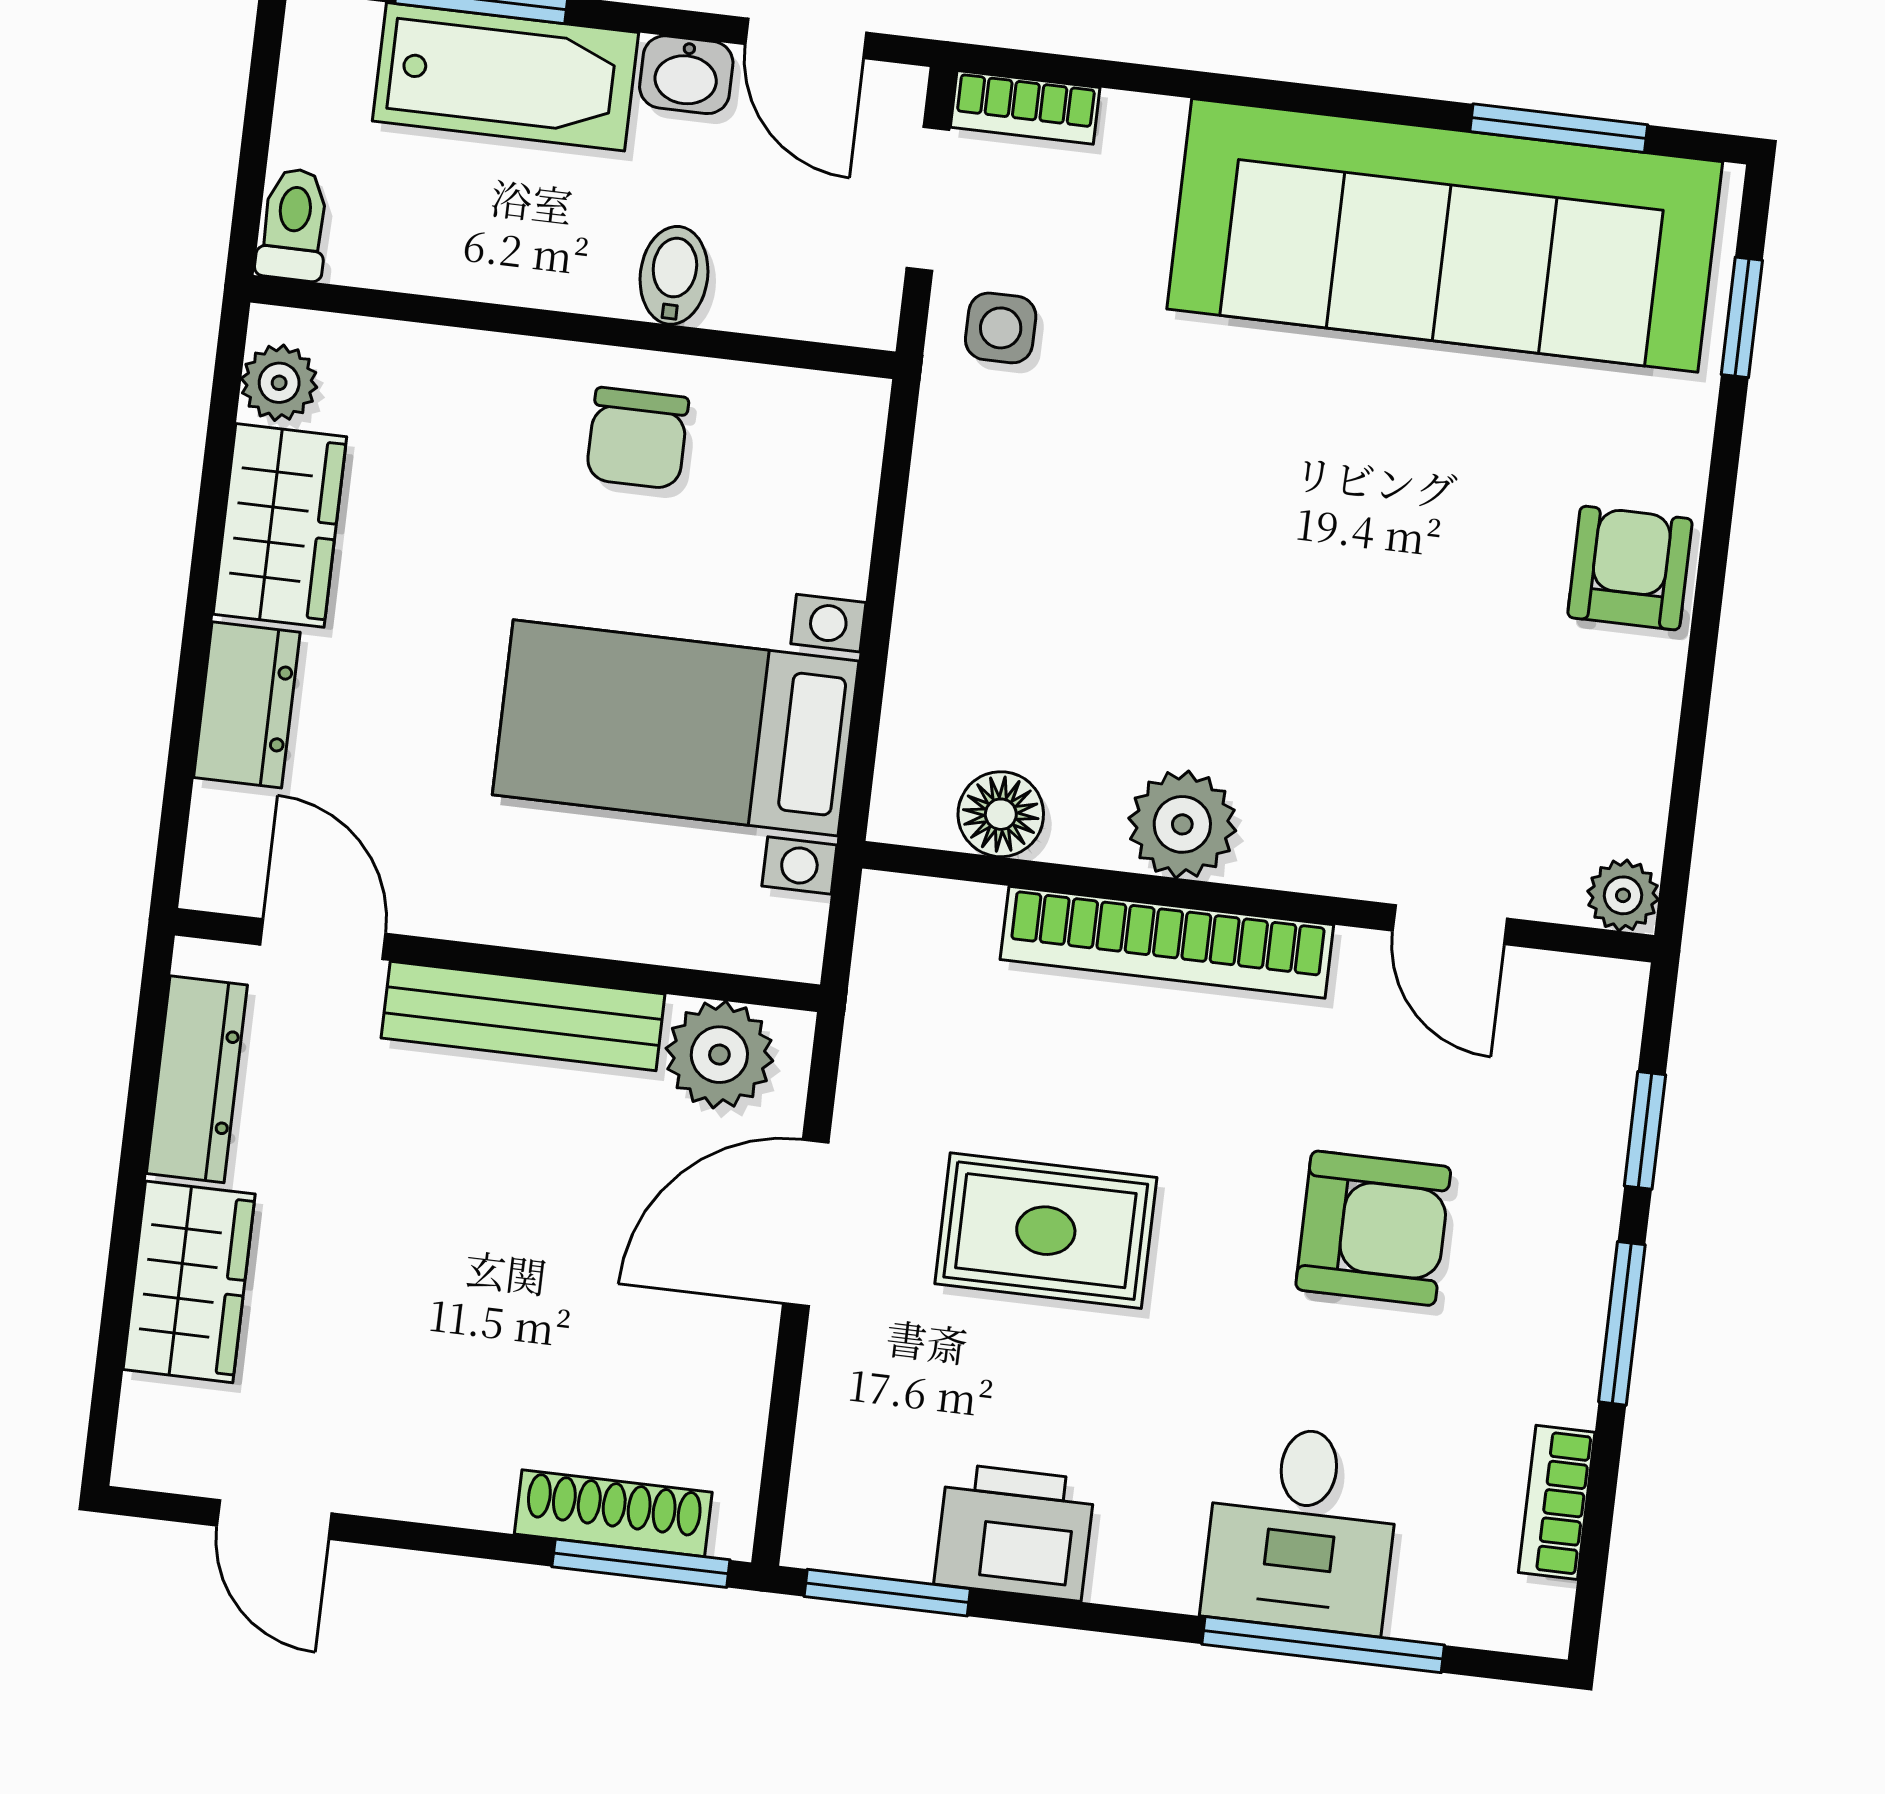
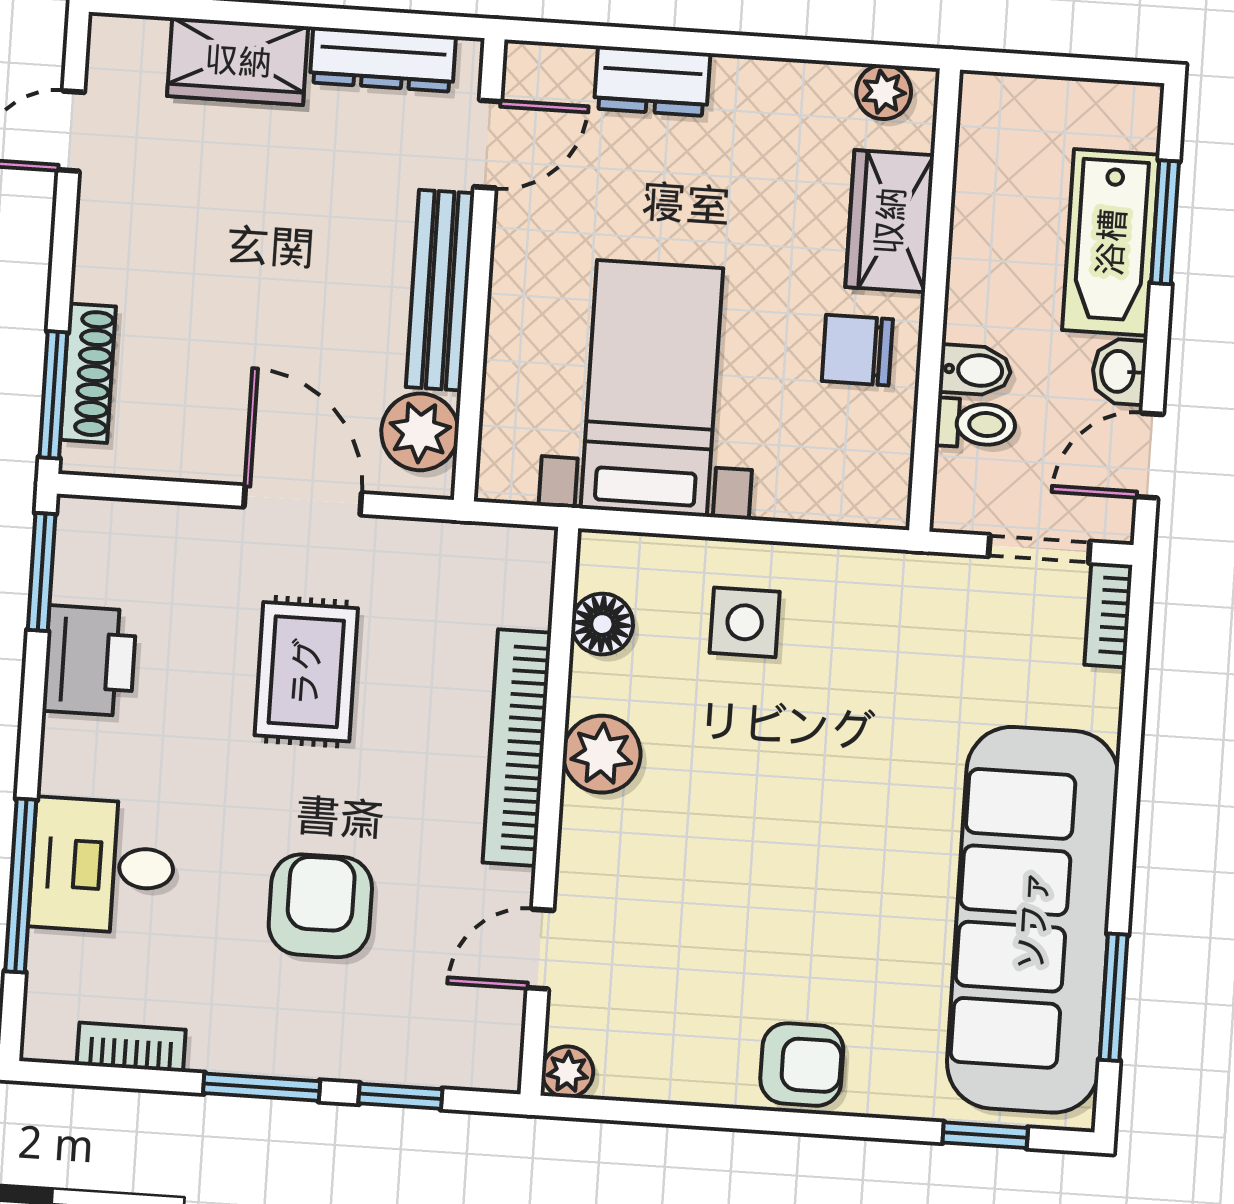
toilet: (294, 224) -> (976, 424), moved
side table: (1001, 328) -> (745, 622), moved, width x1.37, depth x1.37
wardrobe: (280, 525) -> (890, 221), moved, turned 90
armchair: (1373, 1228) -> (320, 906), turned 180

